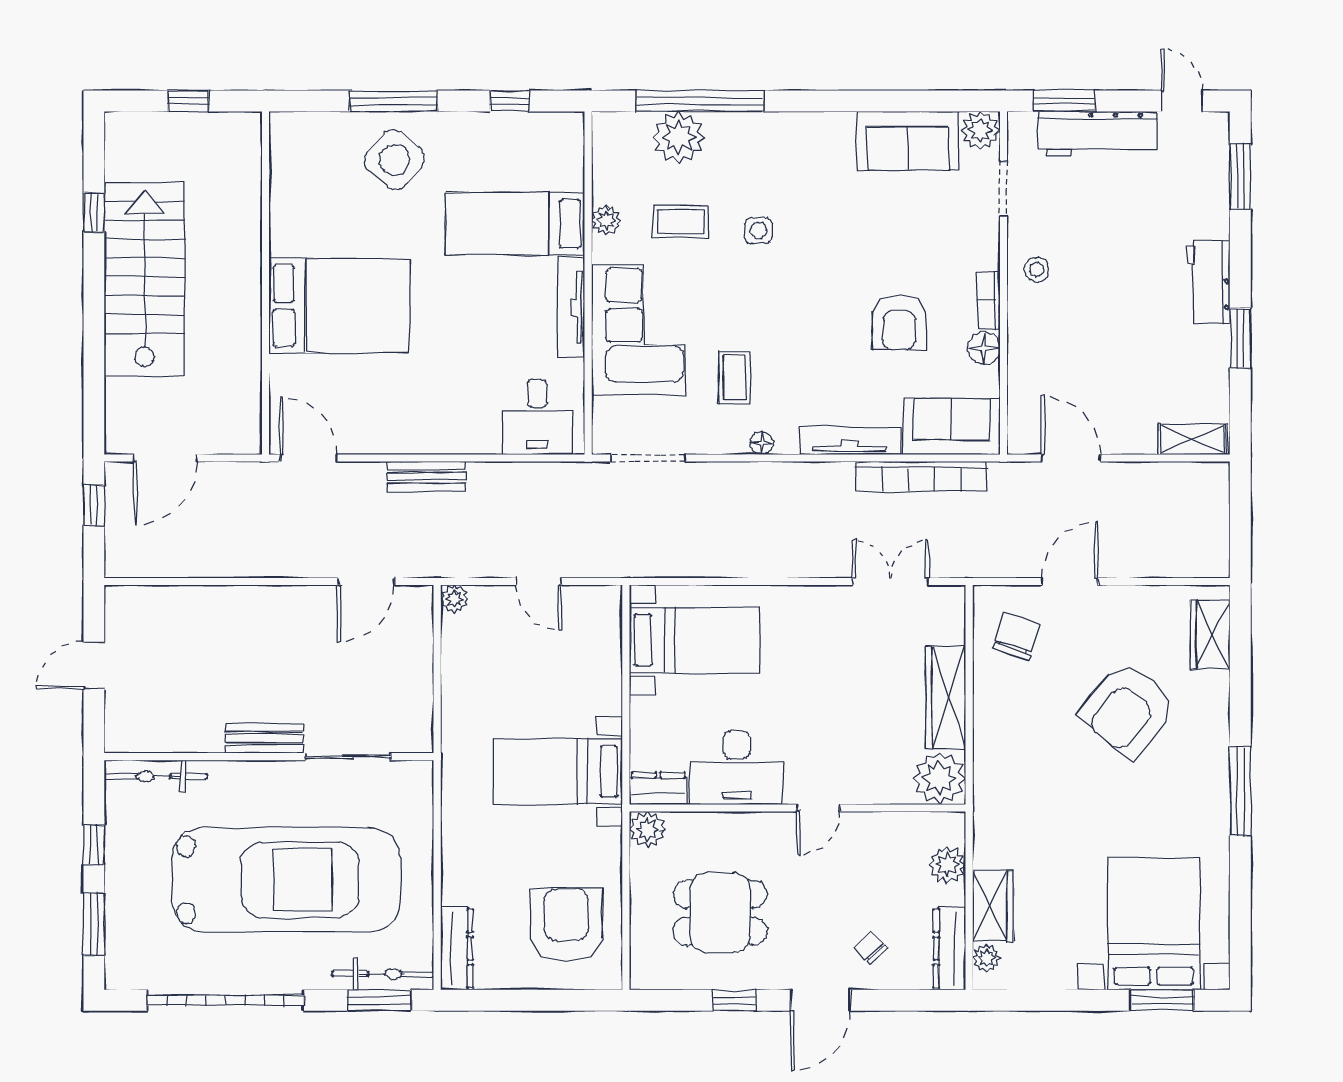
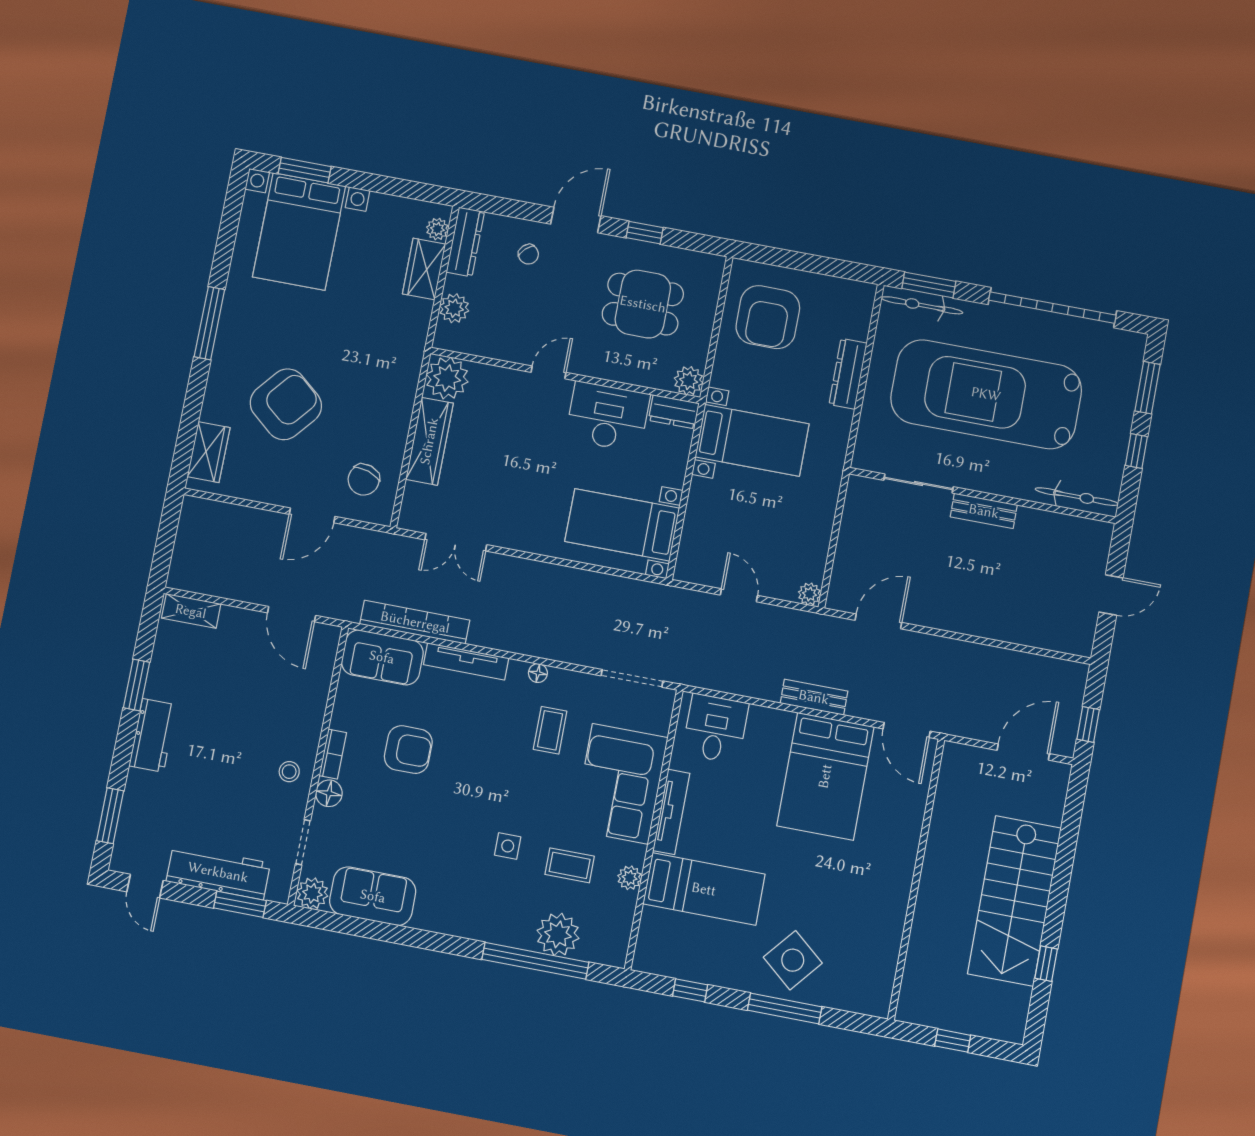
bed: (339, 306) -> (825, 776), moved, turned -90
armchair: (899, 322) -> (408, 750), turned 90
floor lamp: (984, 348) -> (329, 793), moved
dresser: (457, 948) -> (848, 374), moved

